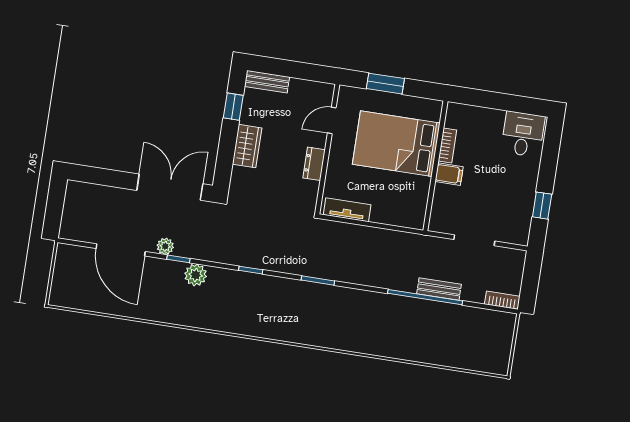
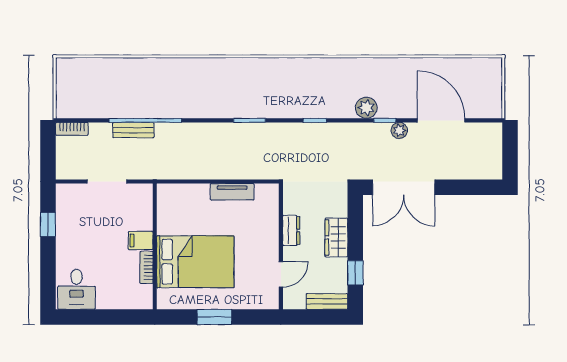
door: (332, 120) -> (281, 274), moved
wall: (327, 149) -> (281, 246), moved
dresser: (314, 164) -> (291, 231), moved

